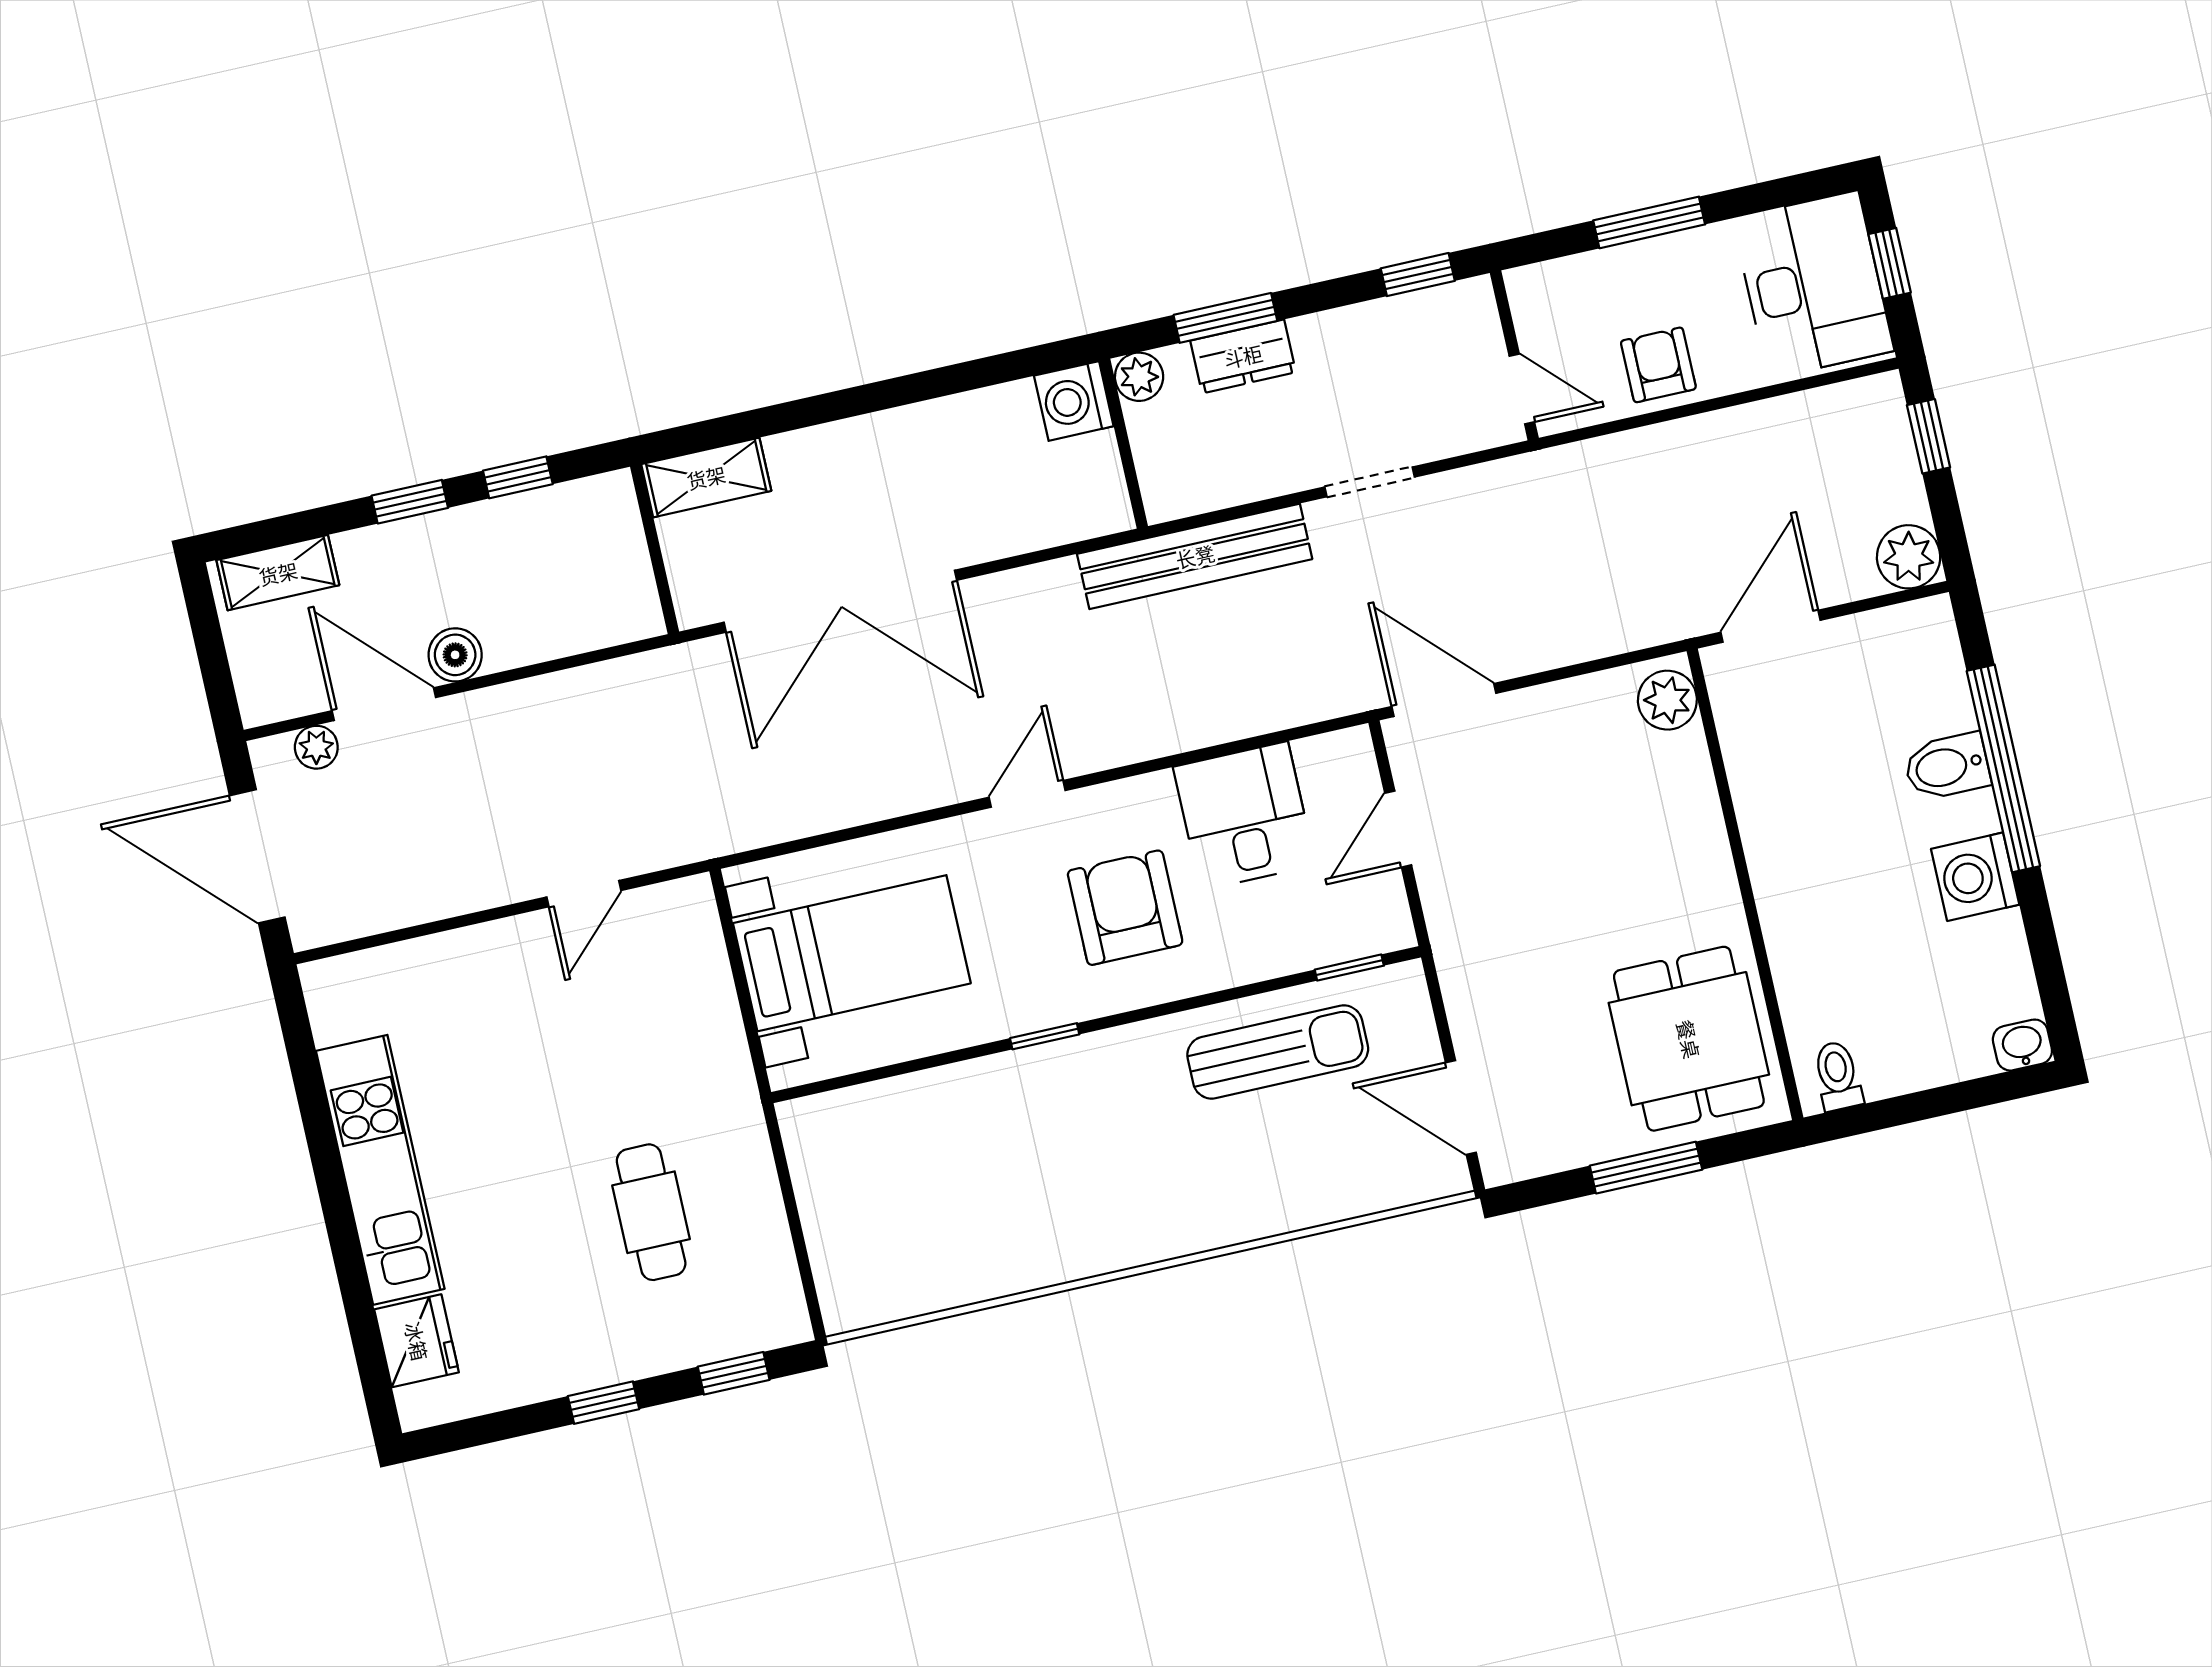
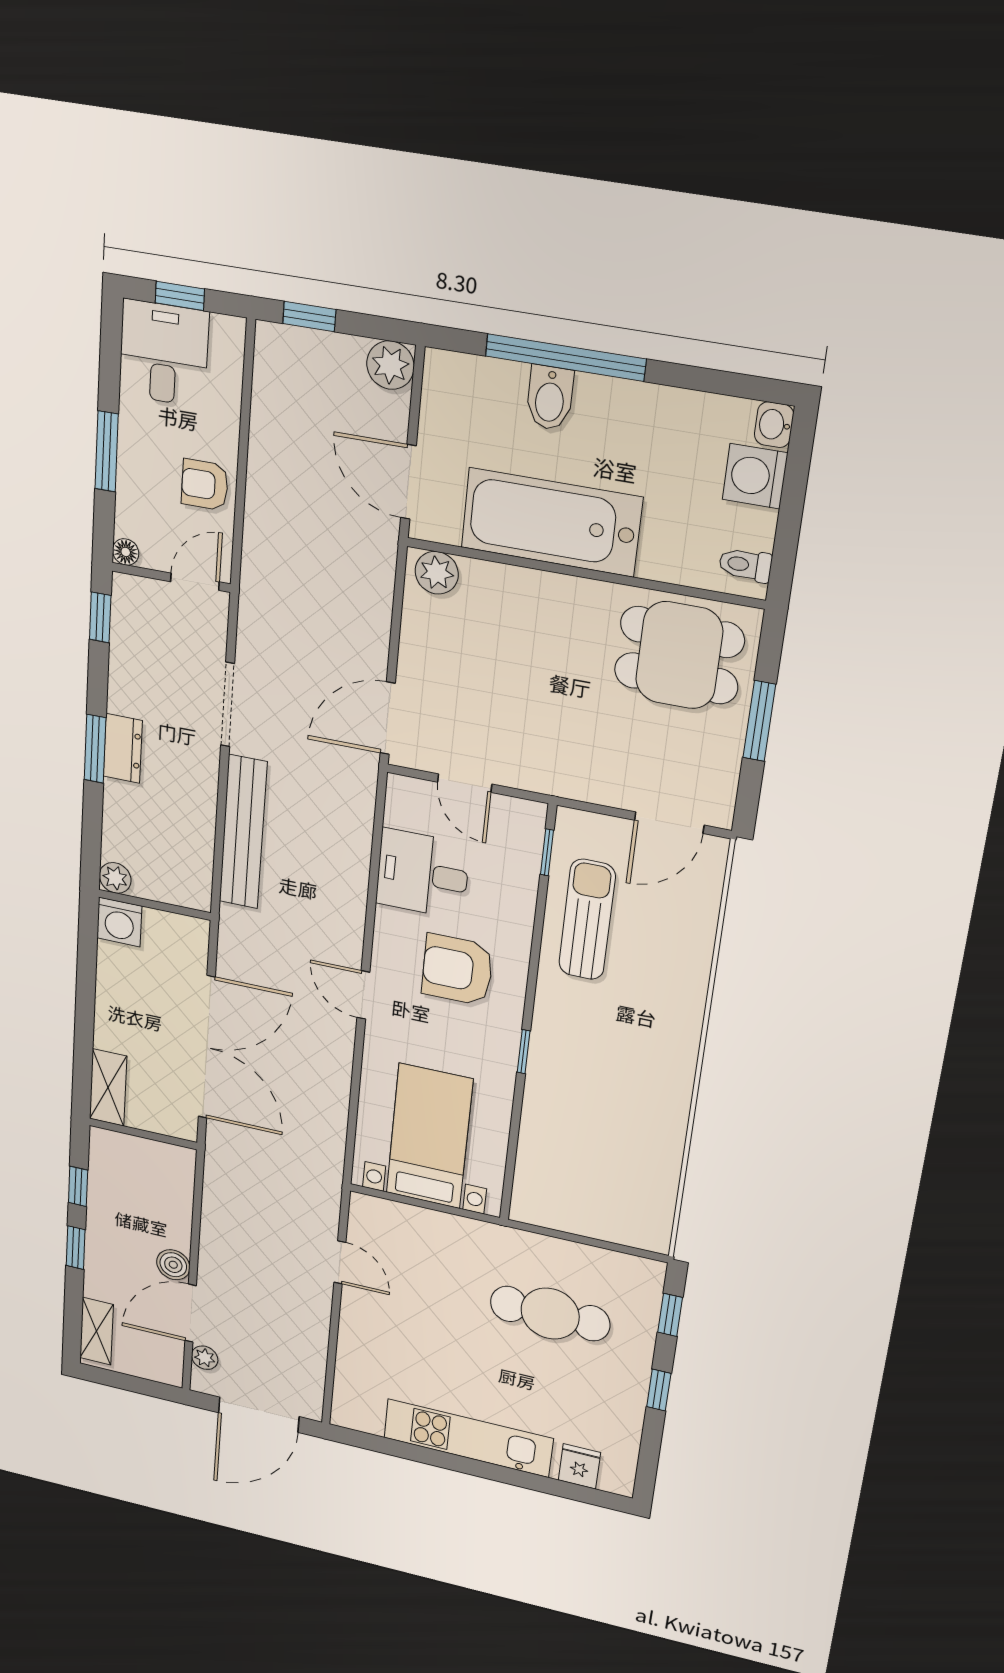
floor lamp: (1524, 285) -> (126, 552), added
desk: (1813, 285) -> (164, 353), width x0.73
plant: (1139, 377) -> (115, 878), moved
washing machine: (1074, 401) -> (119, 922), moved
wall: (1124, 444) -> (155, 905), moved
doorway: (1370, 482) -> (228, 704), width x1.38
bathtub: (1793, 822) -> (551, 522), added
washing machine: (1975, 877) -> (755, 476), moved, turned 90
cafe table: (651, 1212) -> (550, 1314), width x1.37, depth x1.35
fridge: (417, 1341) -> (579, 1466), width x0.72

